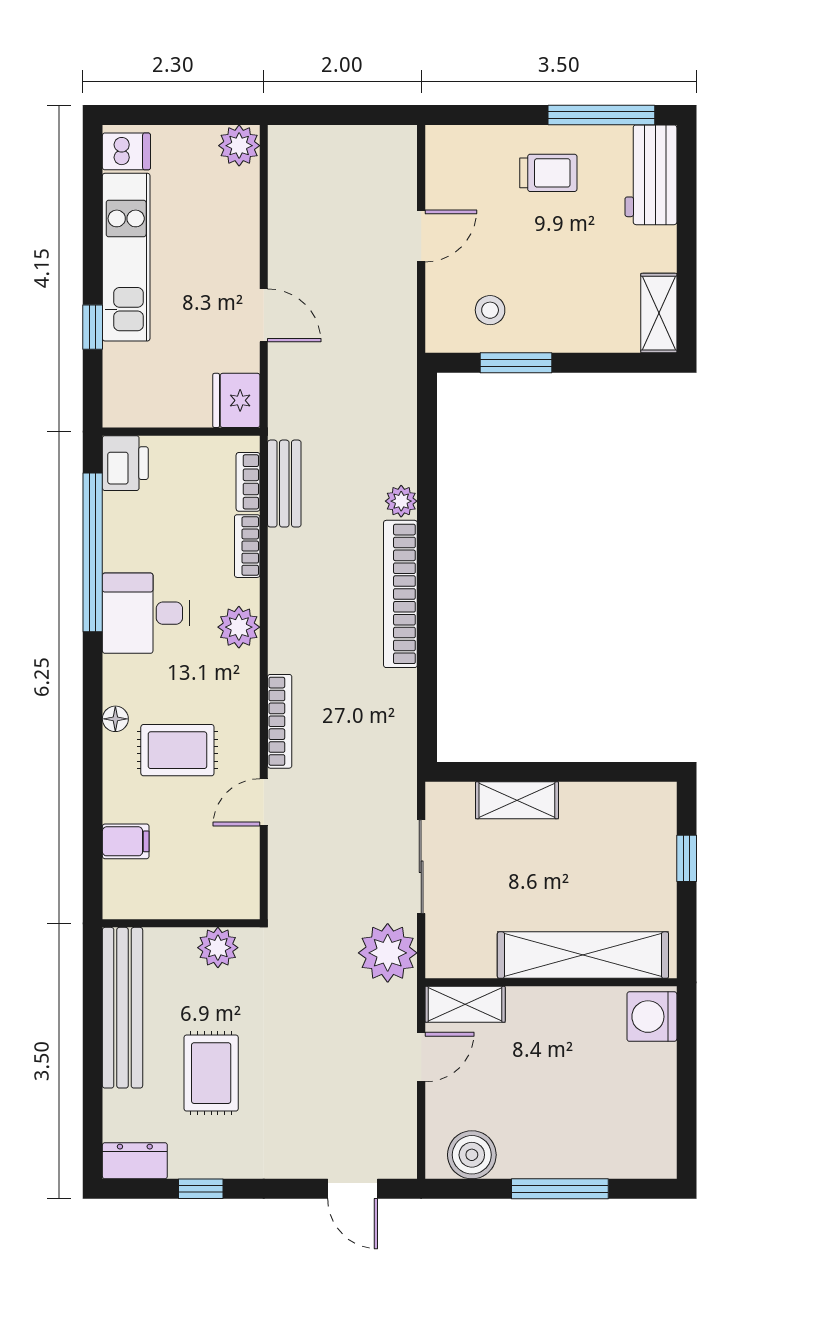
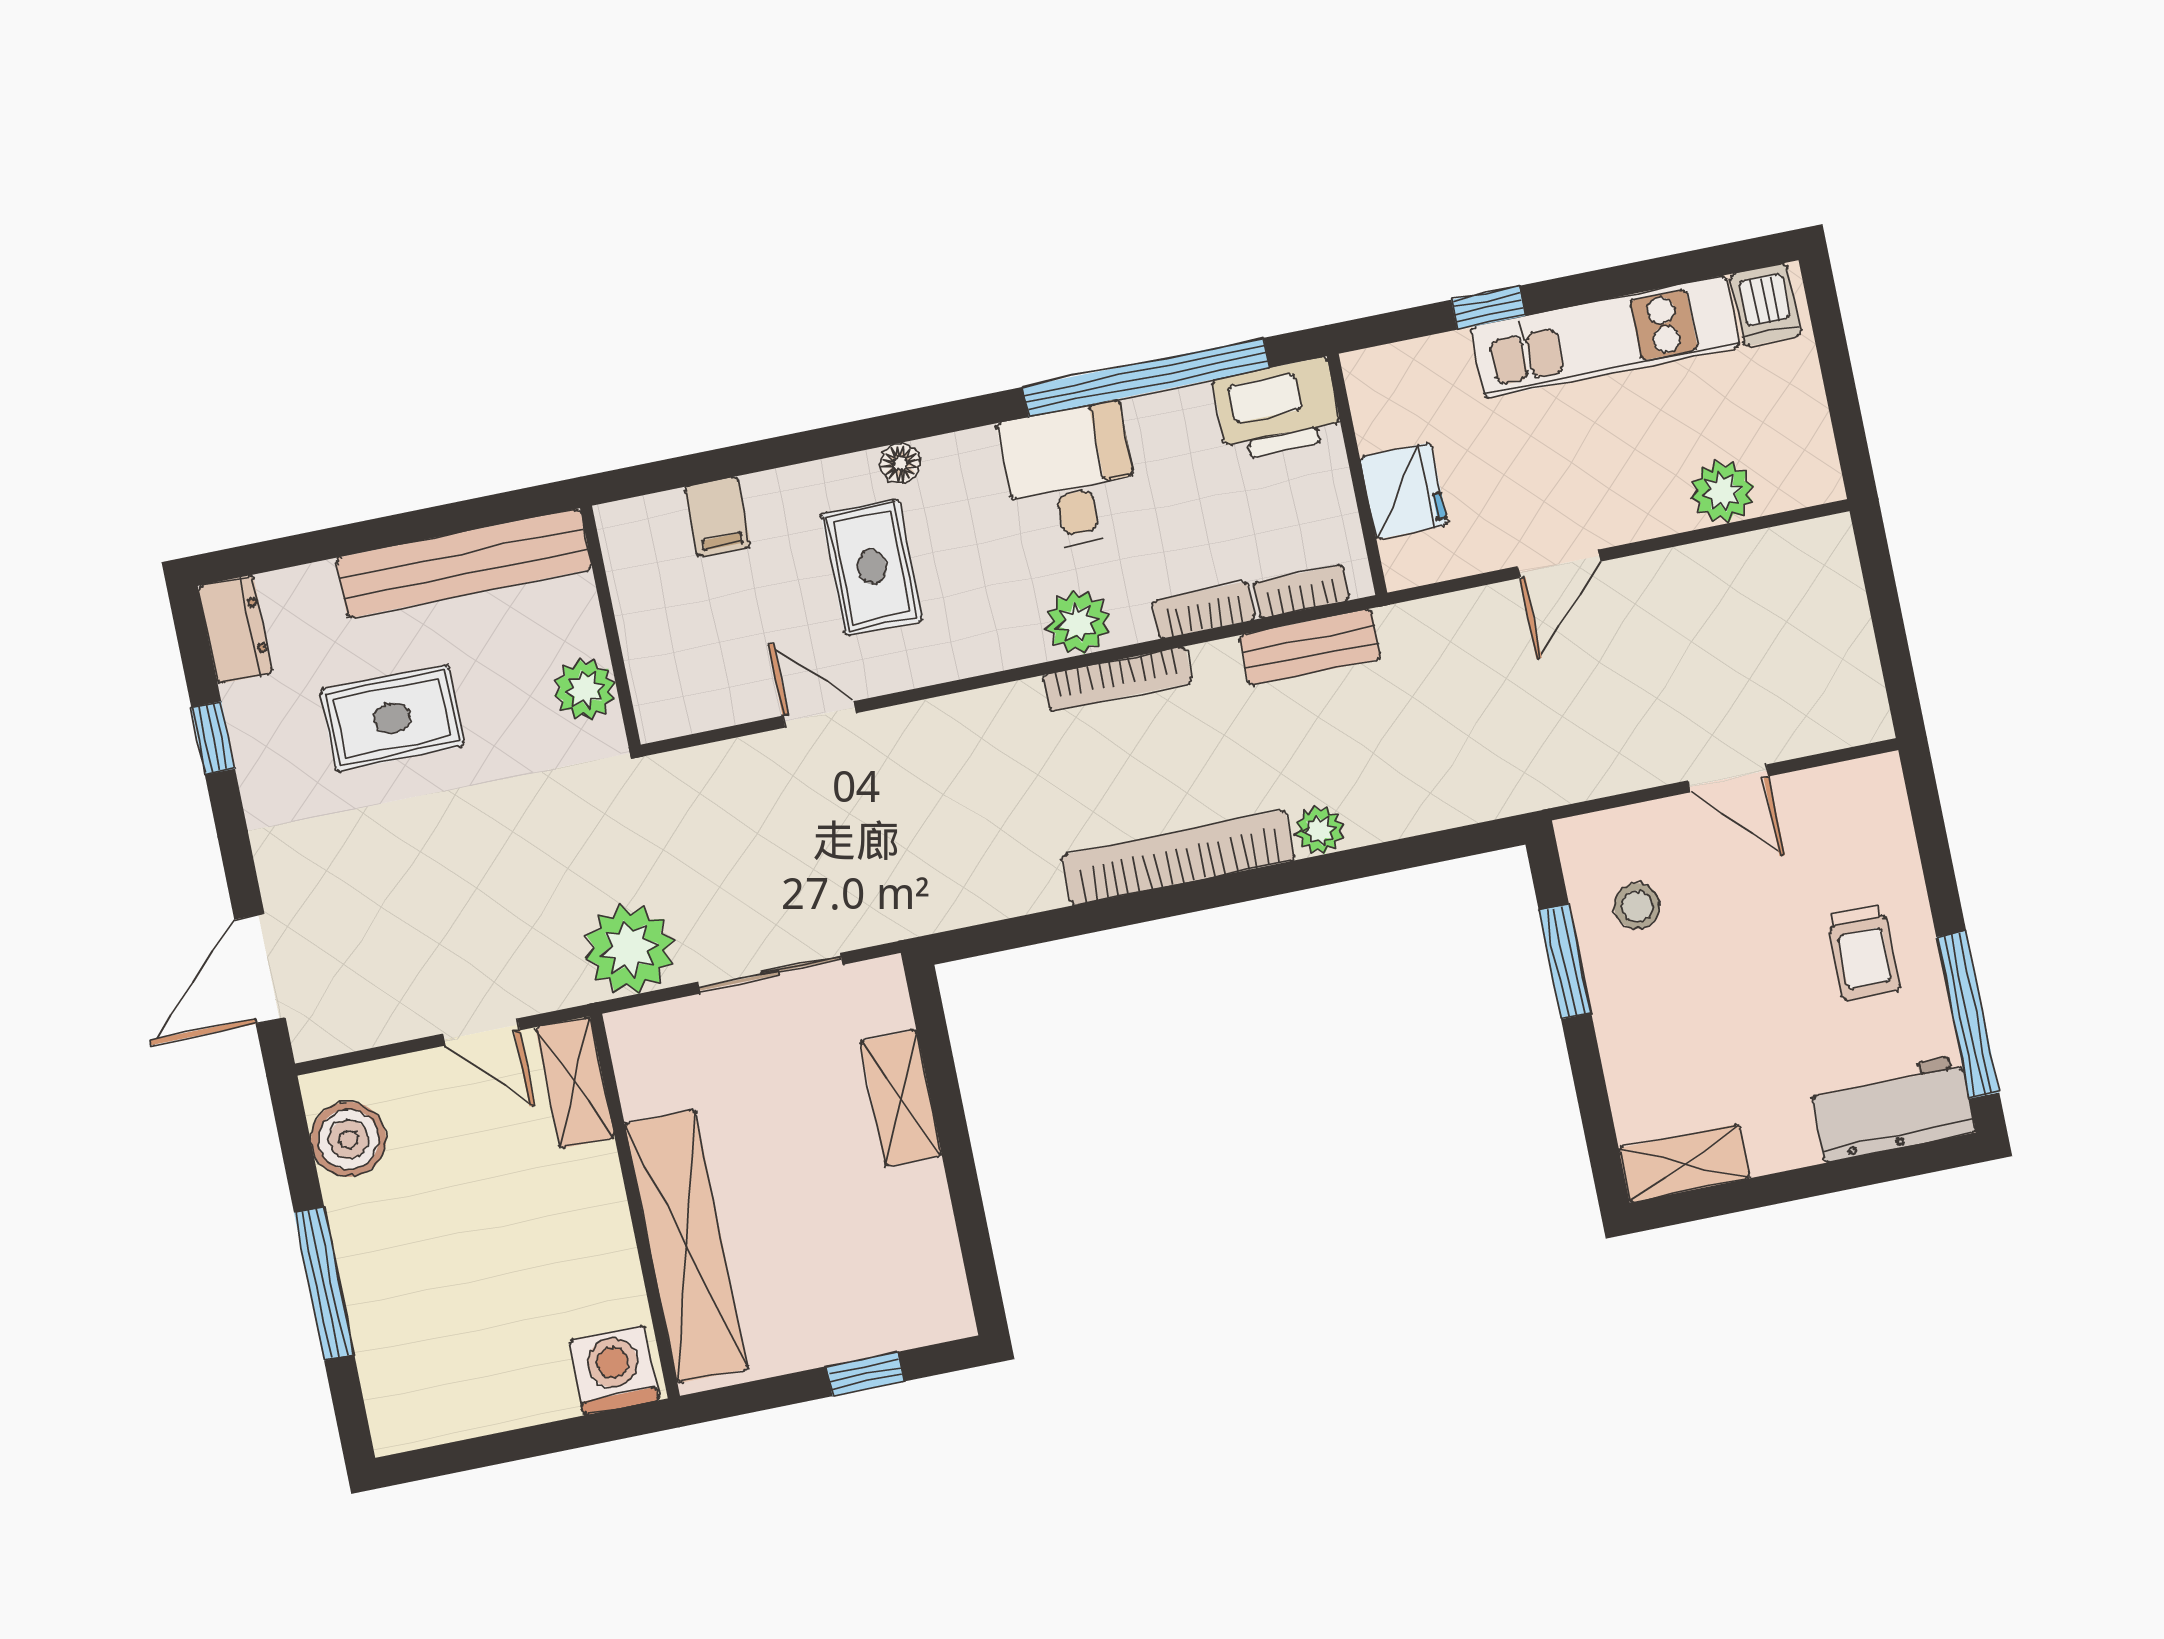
plant: (239, 146) -> (1722, 492), moved
fridge: (236, 400) -> (1404, 491), moved, turned 90
printer: (125, 463) -> (1278, 409), width x1.37, depth x1.19
bookcase: (280, 721) -> (1117, 679), moved
door: (353, 1189) -> (260, 969), width x1.38

